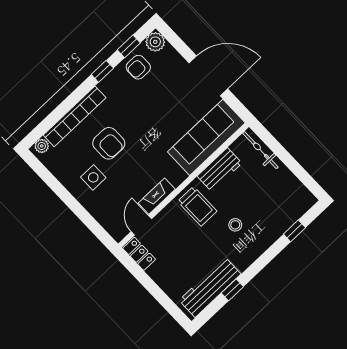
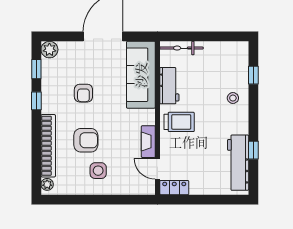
armchair: (138, 67) -> (83, 93), moved
stool: (235, 225) -> (233, 98), moved

